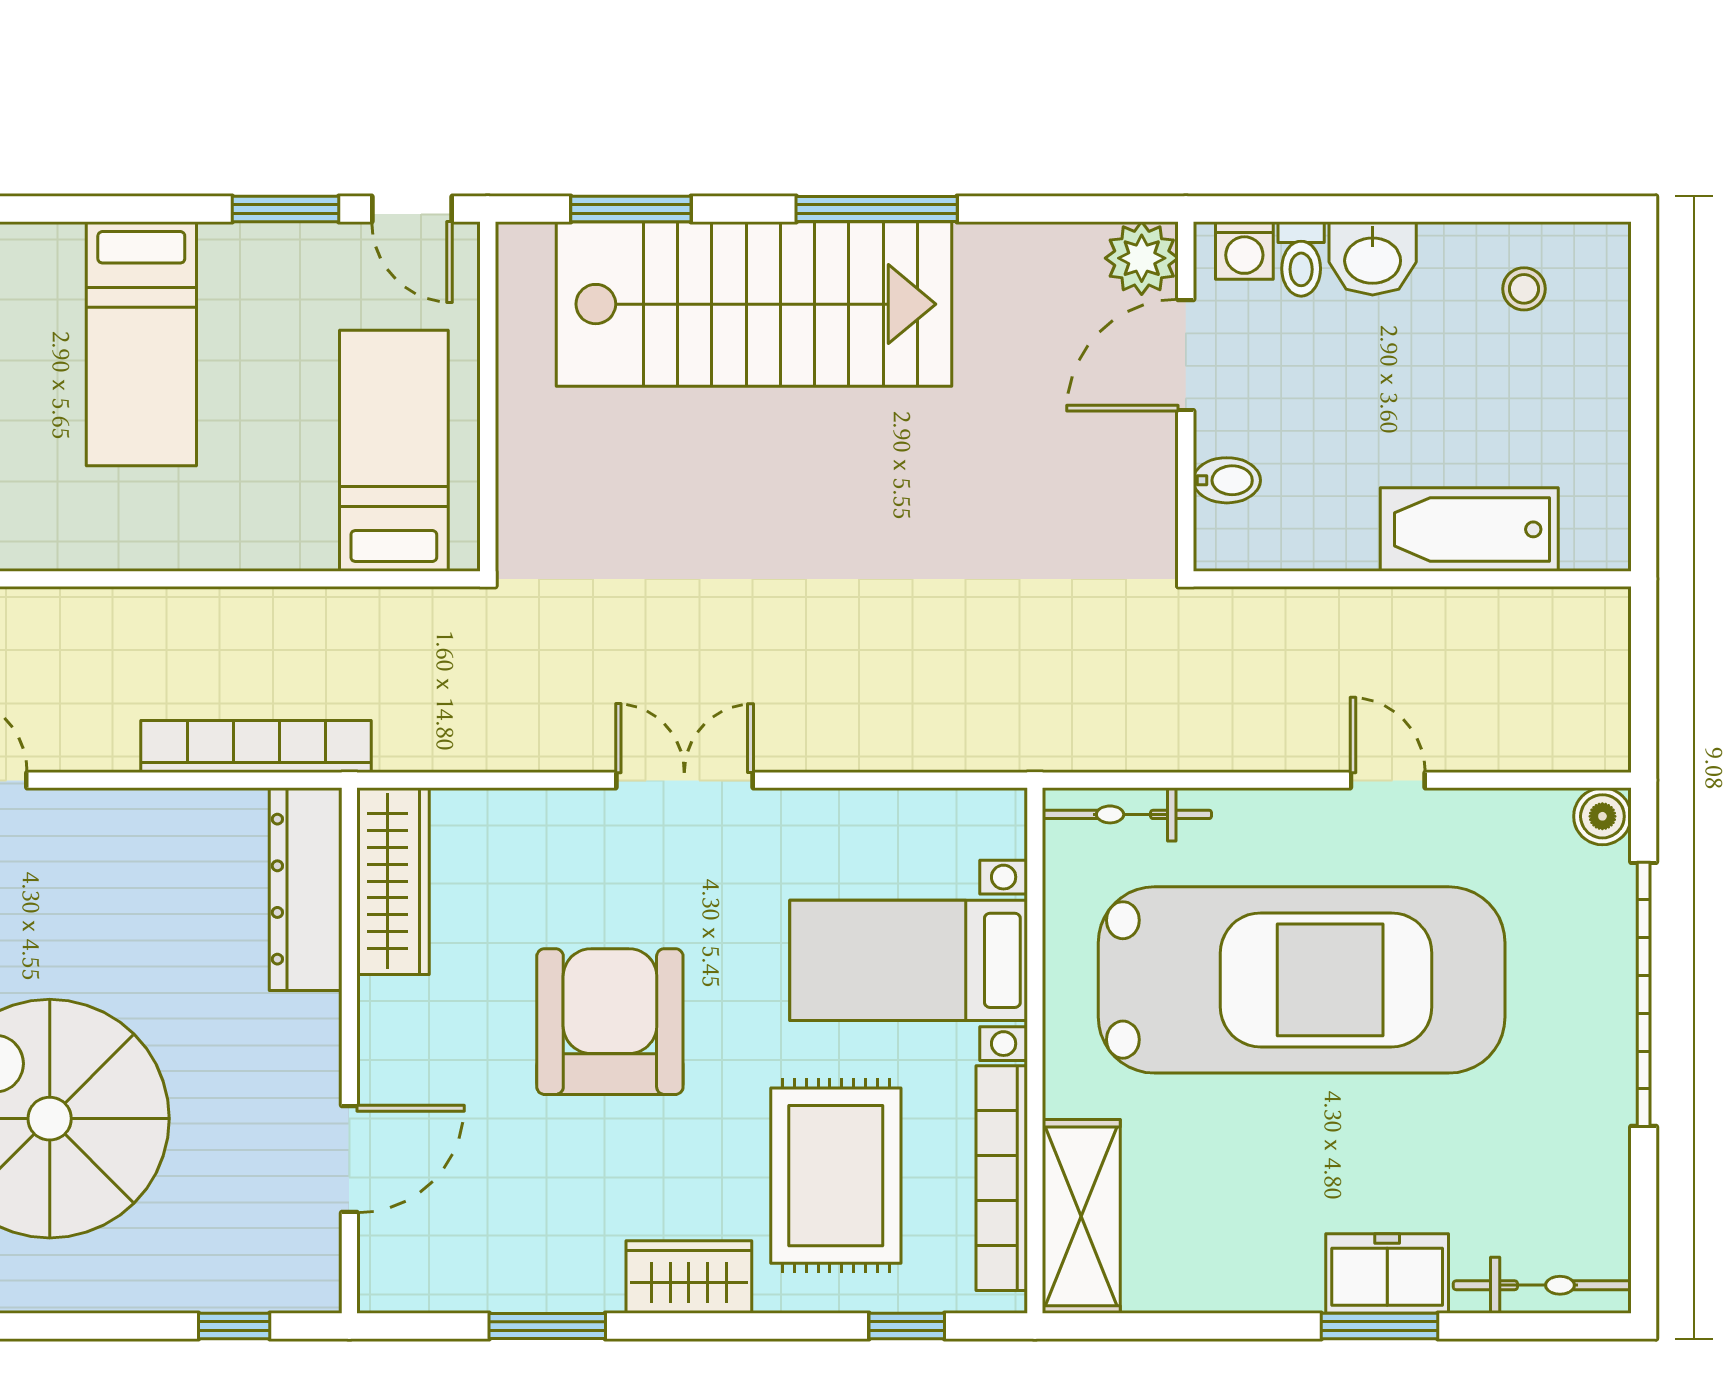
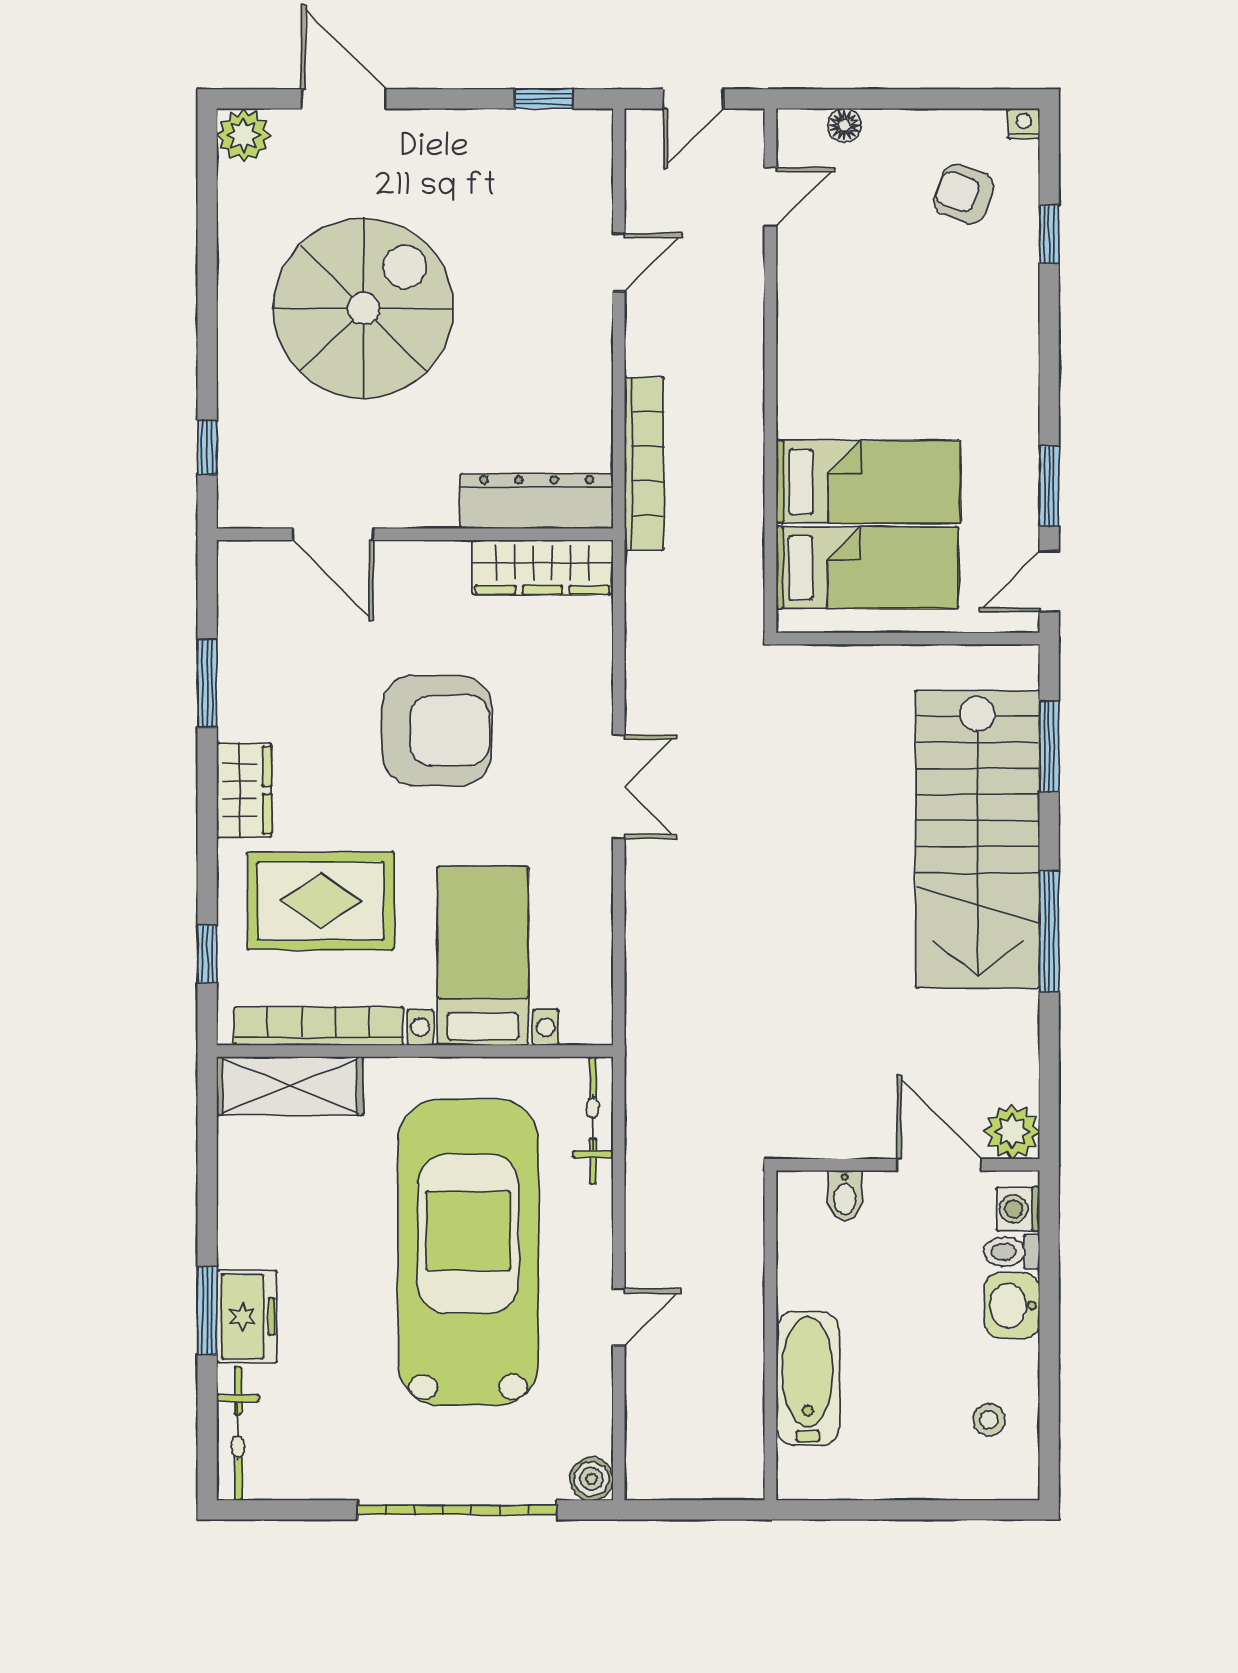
bed: (141, 344) -> (868, 482), moved, turned 180
car: (1302, 980) -> (468, 1252), turned 180

